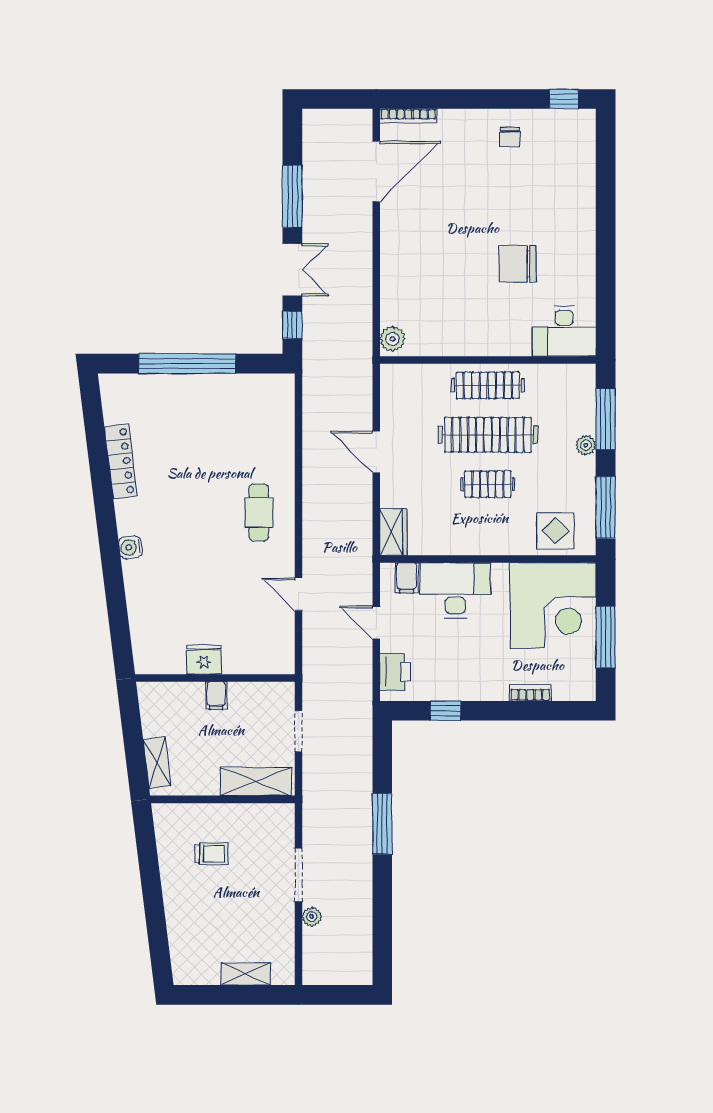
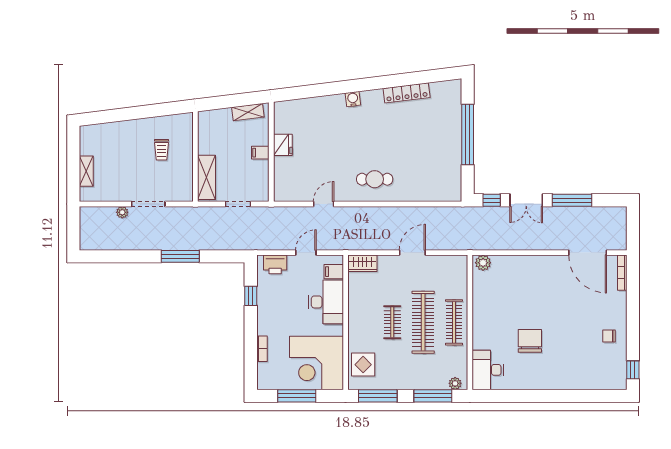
plant: (586, 445) -> (455, 383), moved
shelving: (157, 763) -> (248, 112), moved

